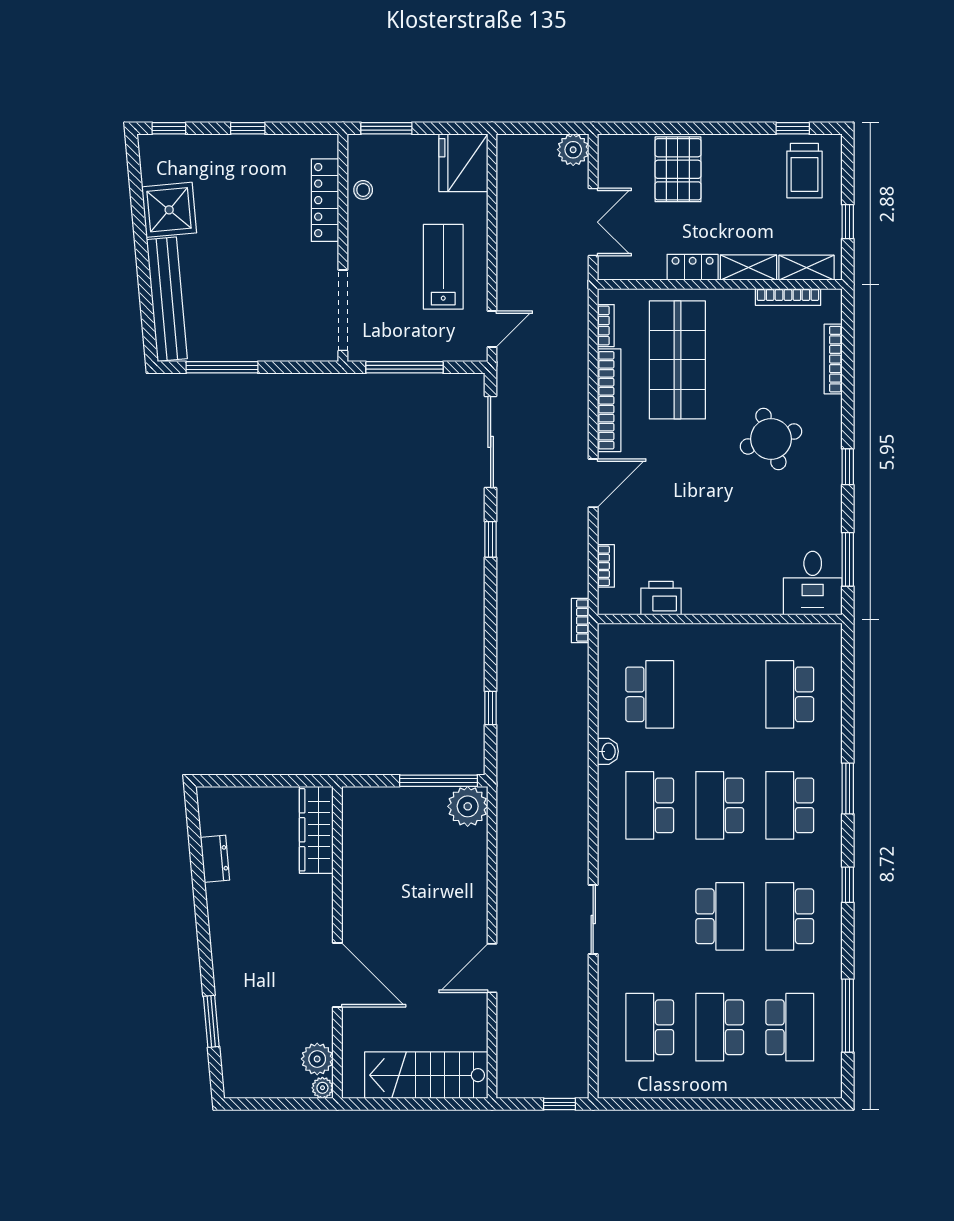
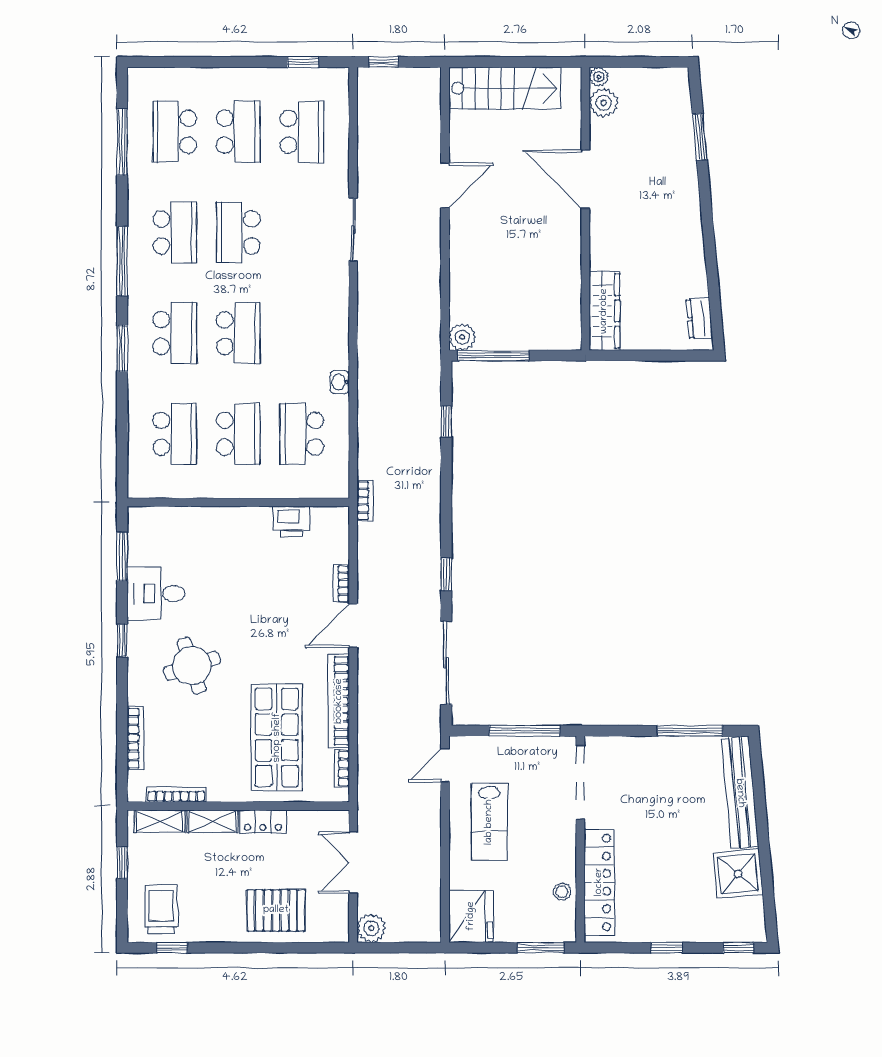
pallet: (678, 169) -> (276, 910), turned 90
locker: (325, 200) -> (599, 882), width x1.41, depth x1.21
bookcase: (606, 566) -> (342, 584), moved
desk: (813, 583) -> (156, 593), moved, turned -90
school desk: (650, 805) -> (238, 434), moved
plant: (468, 806) -> (462, 337), width x0.73, depth x0.73
dresser: (215, 859) -> (699, 318), moved
window: (848, 885) -> (122, 261), width x2.17
window: (648, 1104) -> (303, 62), added

